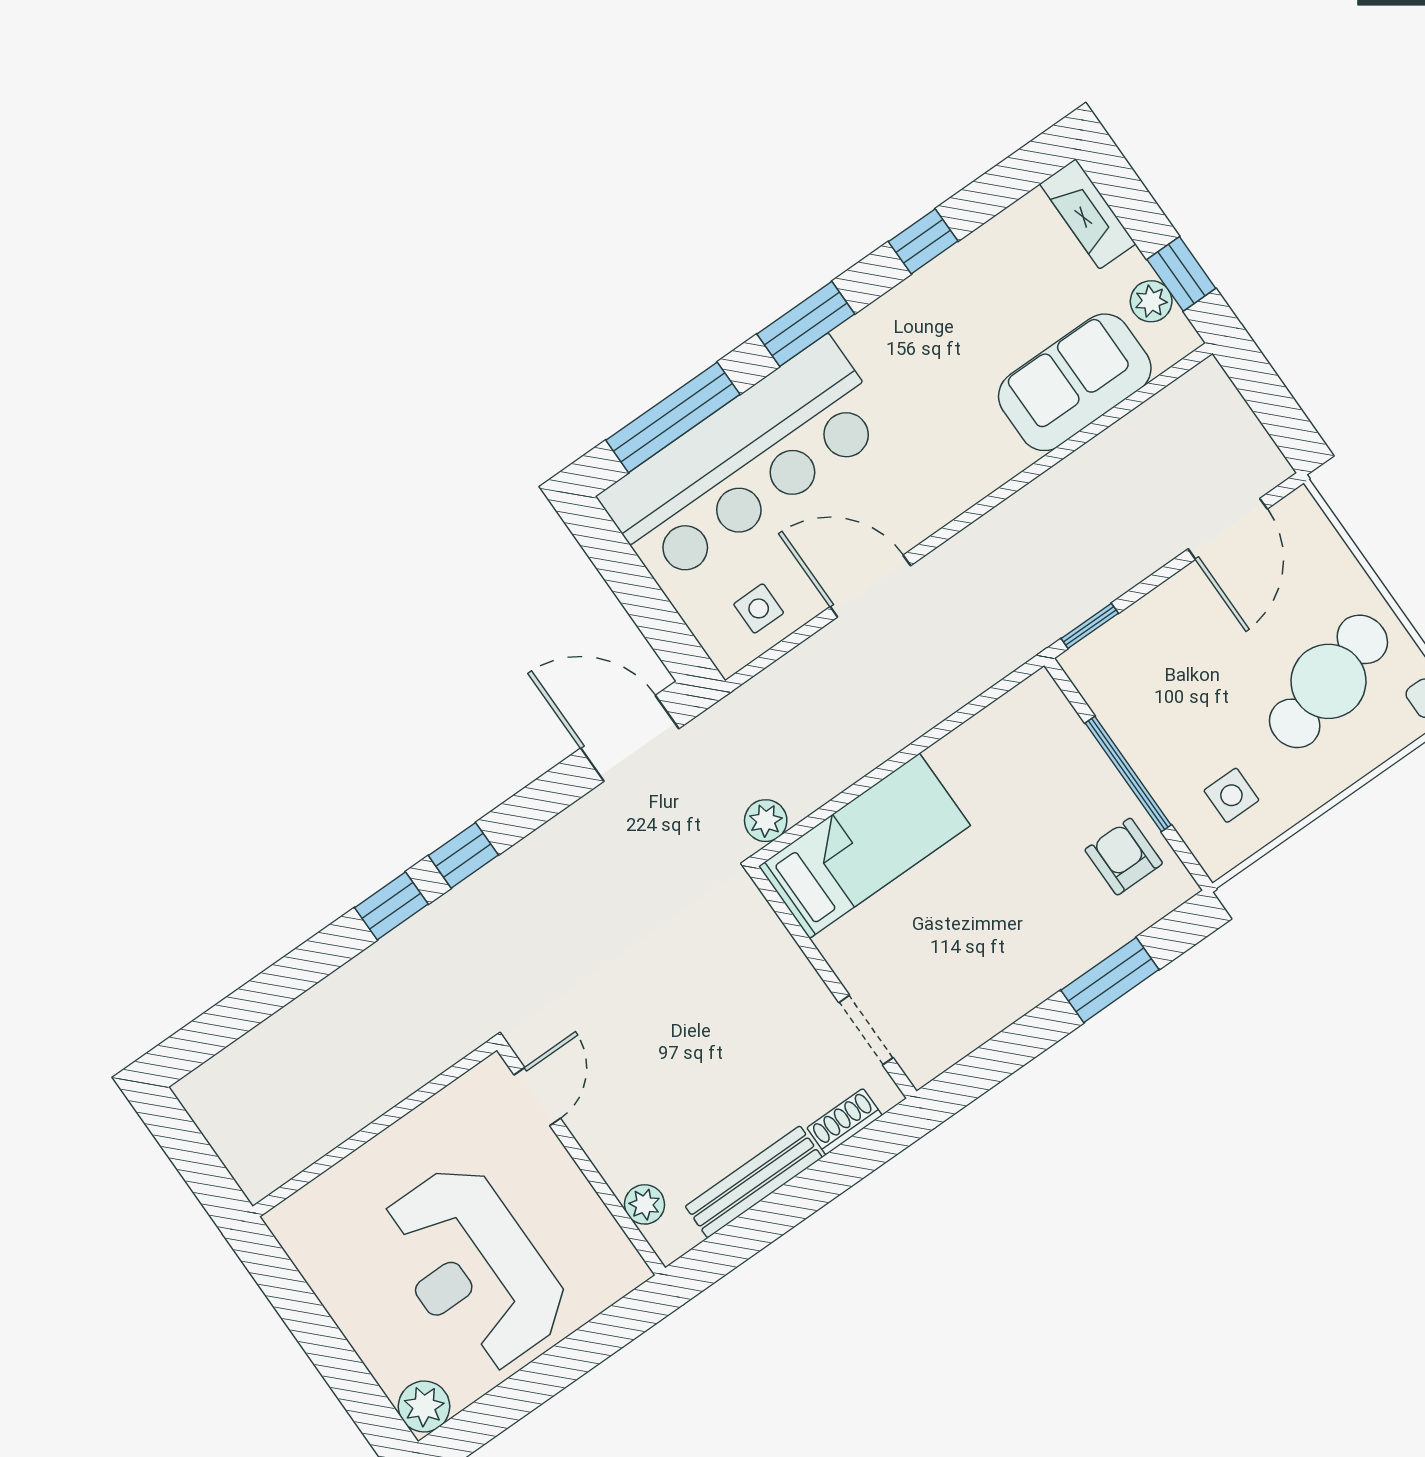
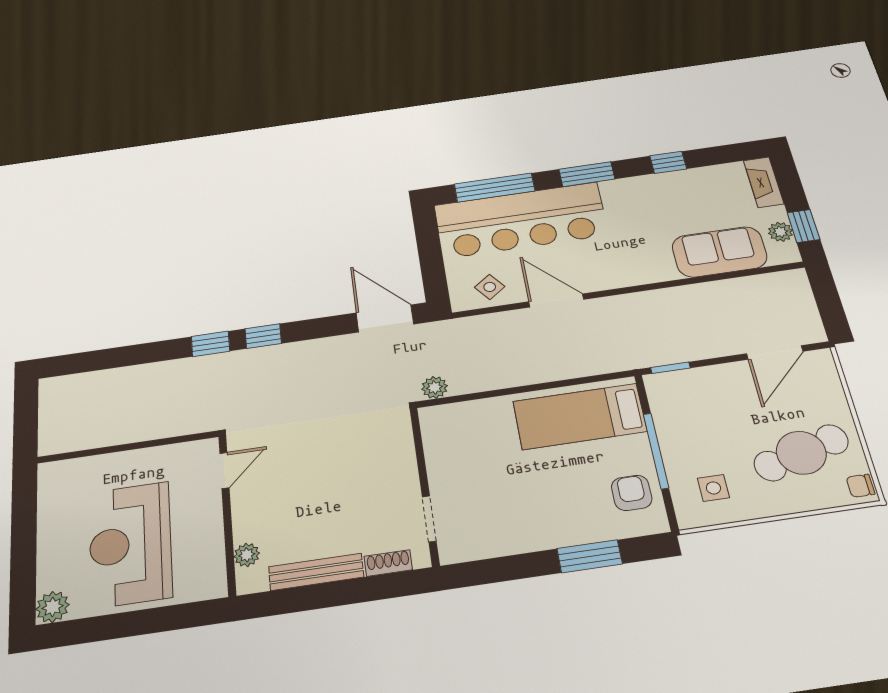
side table: (759, 608) -> (490, 287), turned -37
bed: (864, 846) -> (580, 416), moved, turned 180

